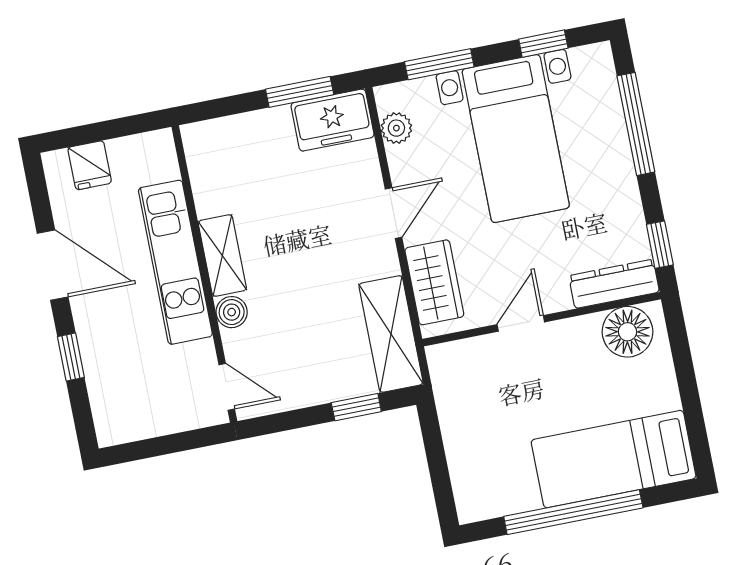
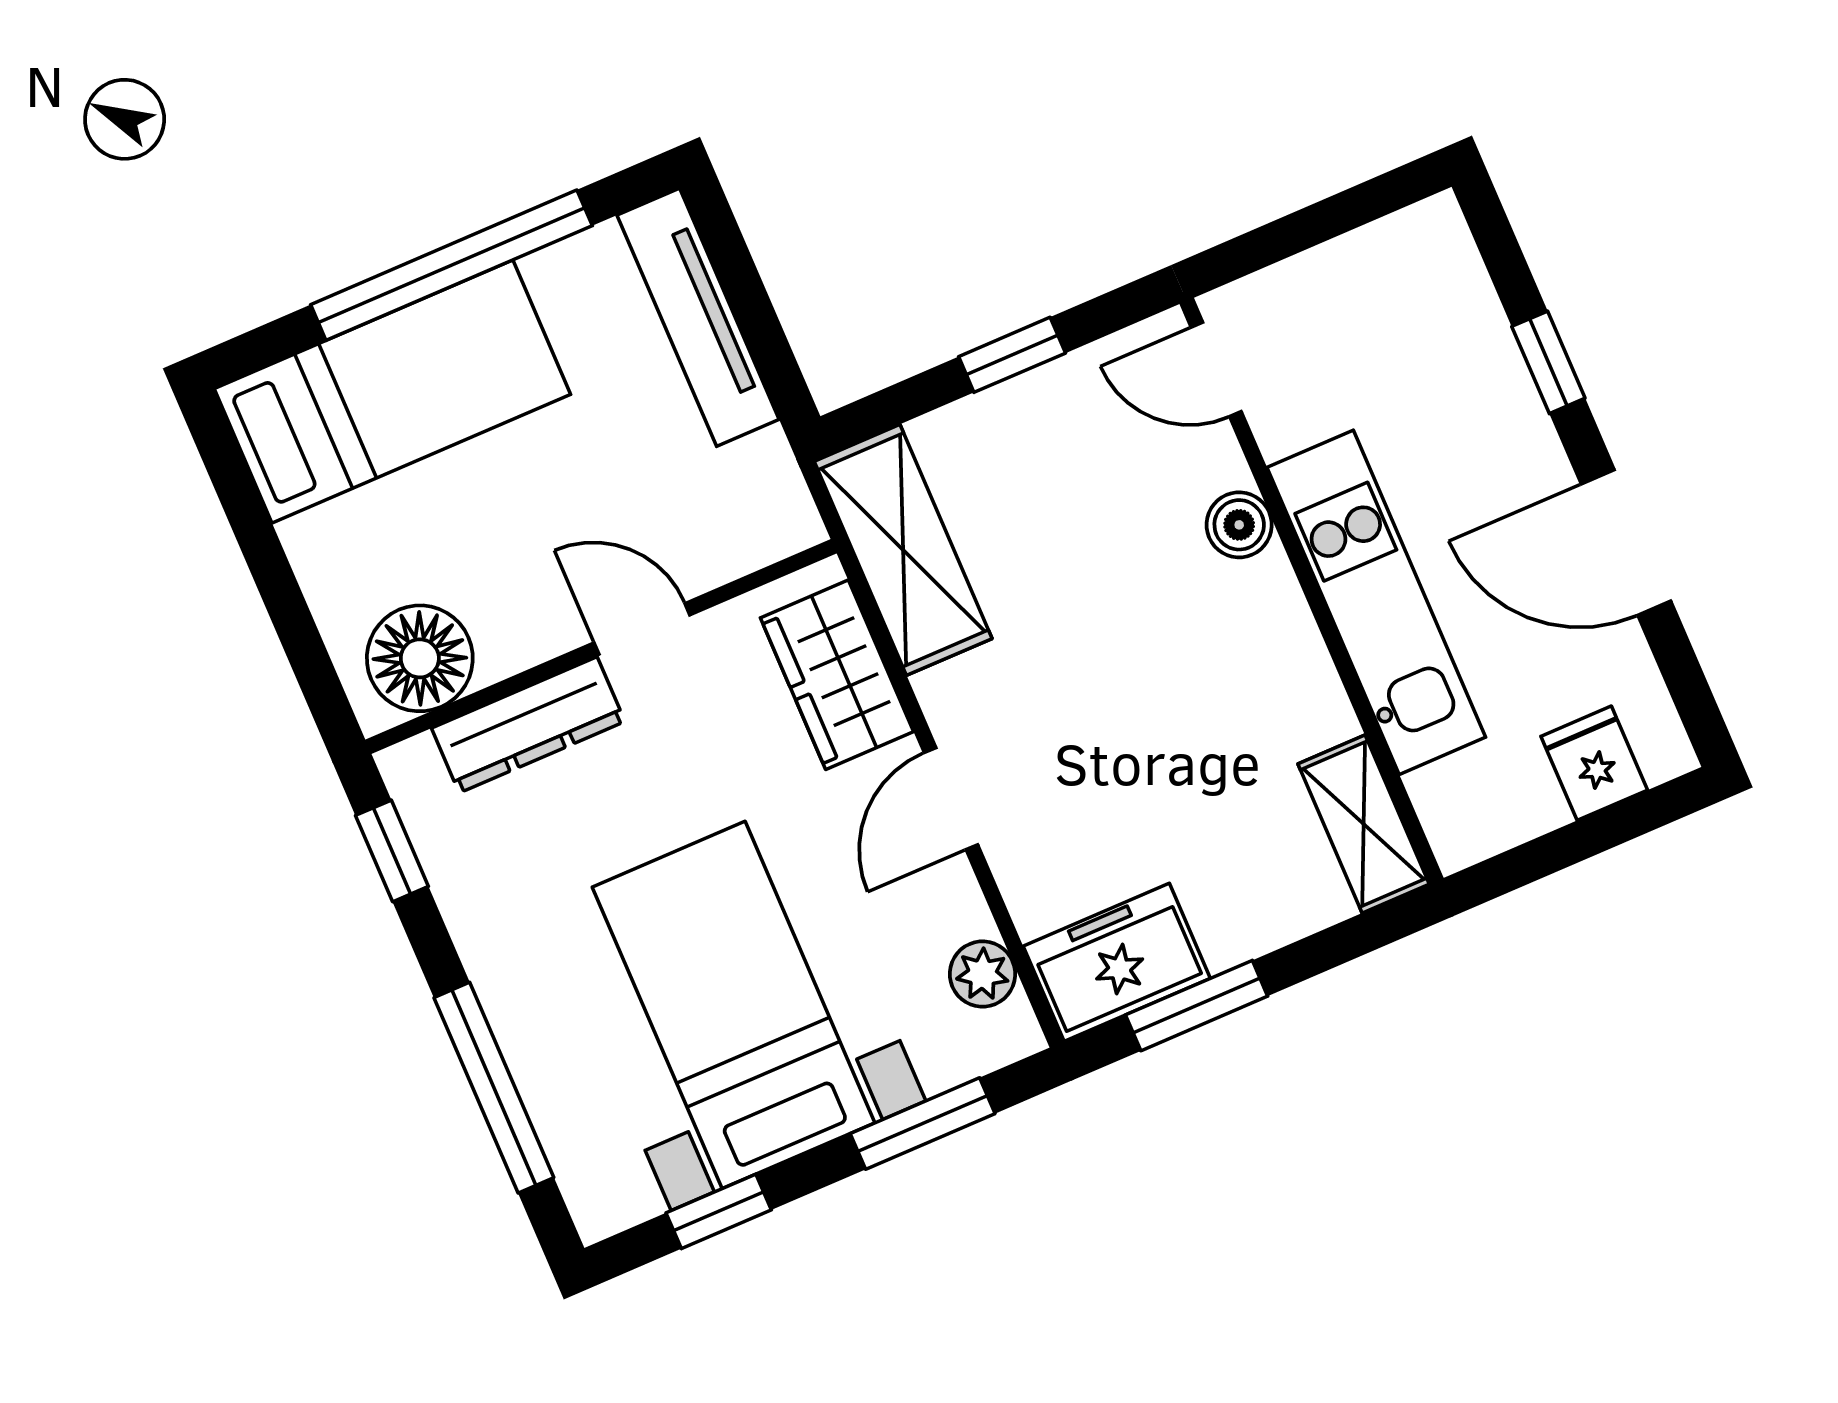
shelving: (222, 256) -> (1364, 824), moved
dresser: (614, 284) -> (528, 725), moved
door: (521, 323) -> (642, 629), swing flipped
window: (356, 407) -> (1012, 355), moved
tv unit: (463, 463) -> (698, 317), added

